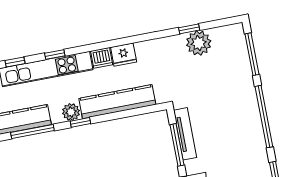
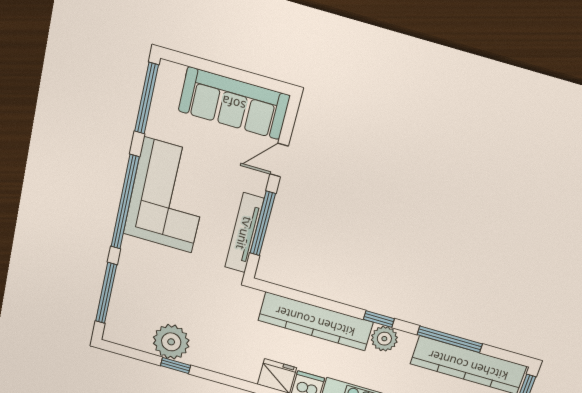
corner sofa: (240, 133) -> (168, 195), added

